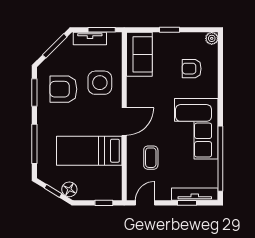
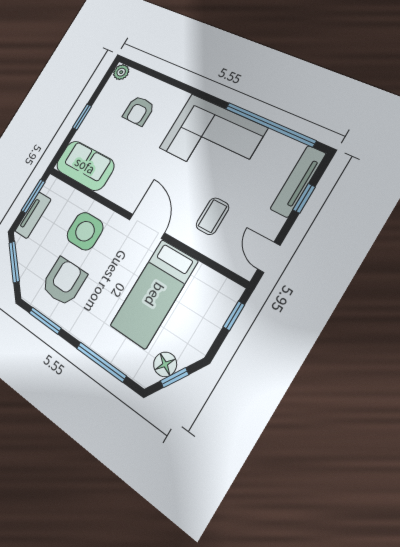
armchair: (63, 89) -> (64, 281), turned 180
coffee table: (151, 158) -> (212, 216), turned 90
floor lamp: (69, 189) -> (165, 364), moved

